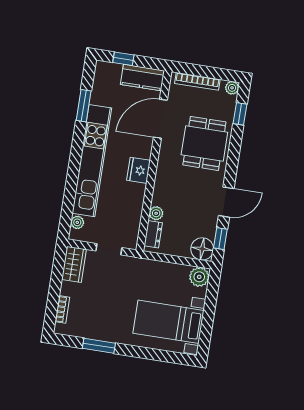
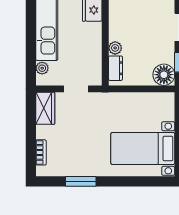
plant: (199, 277) -> (165, 102), removed

